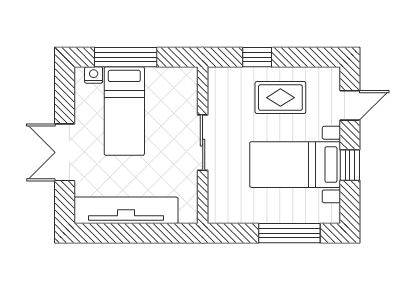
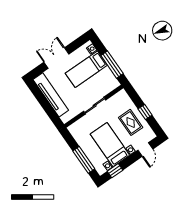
window: (126, 57) -> (112, 65), moved
window: (257, 57) -> (145, 112), moved
door: (350, 105) -> (145, 150), hinge flipped
window: (350, 165) -> (115, 171), moved

